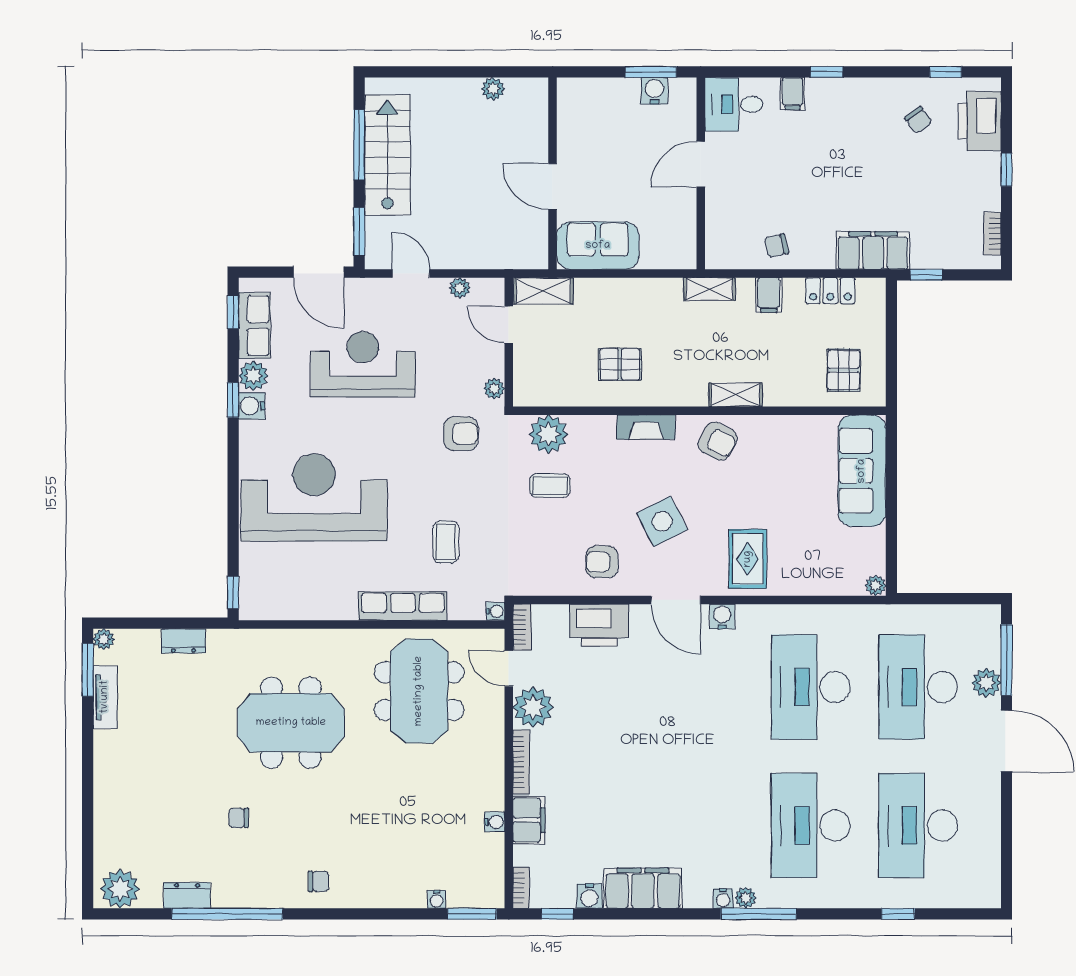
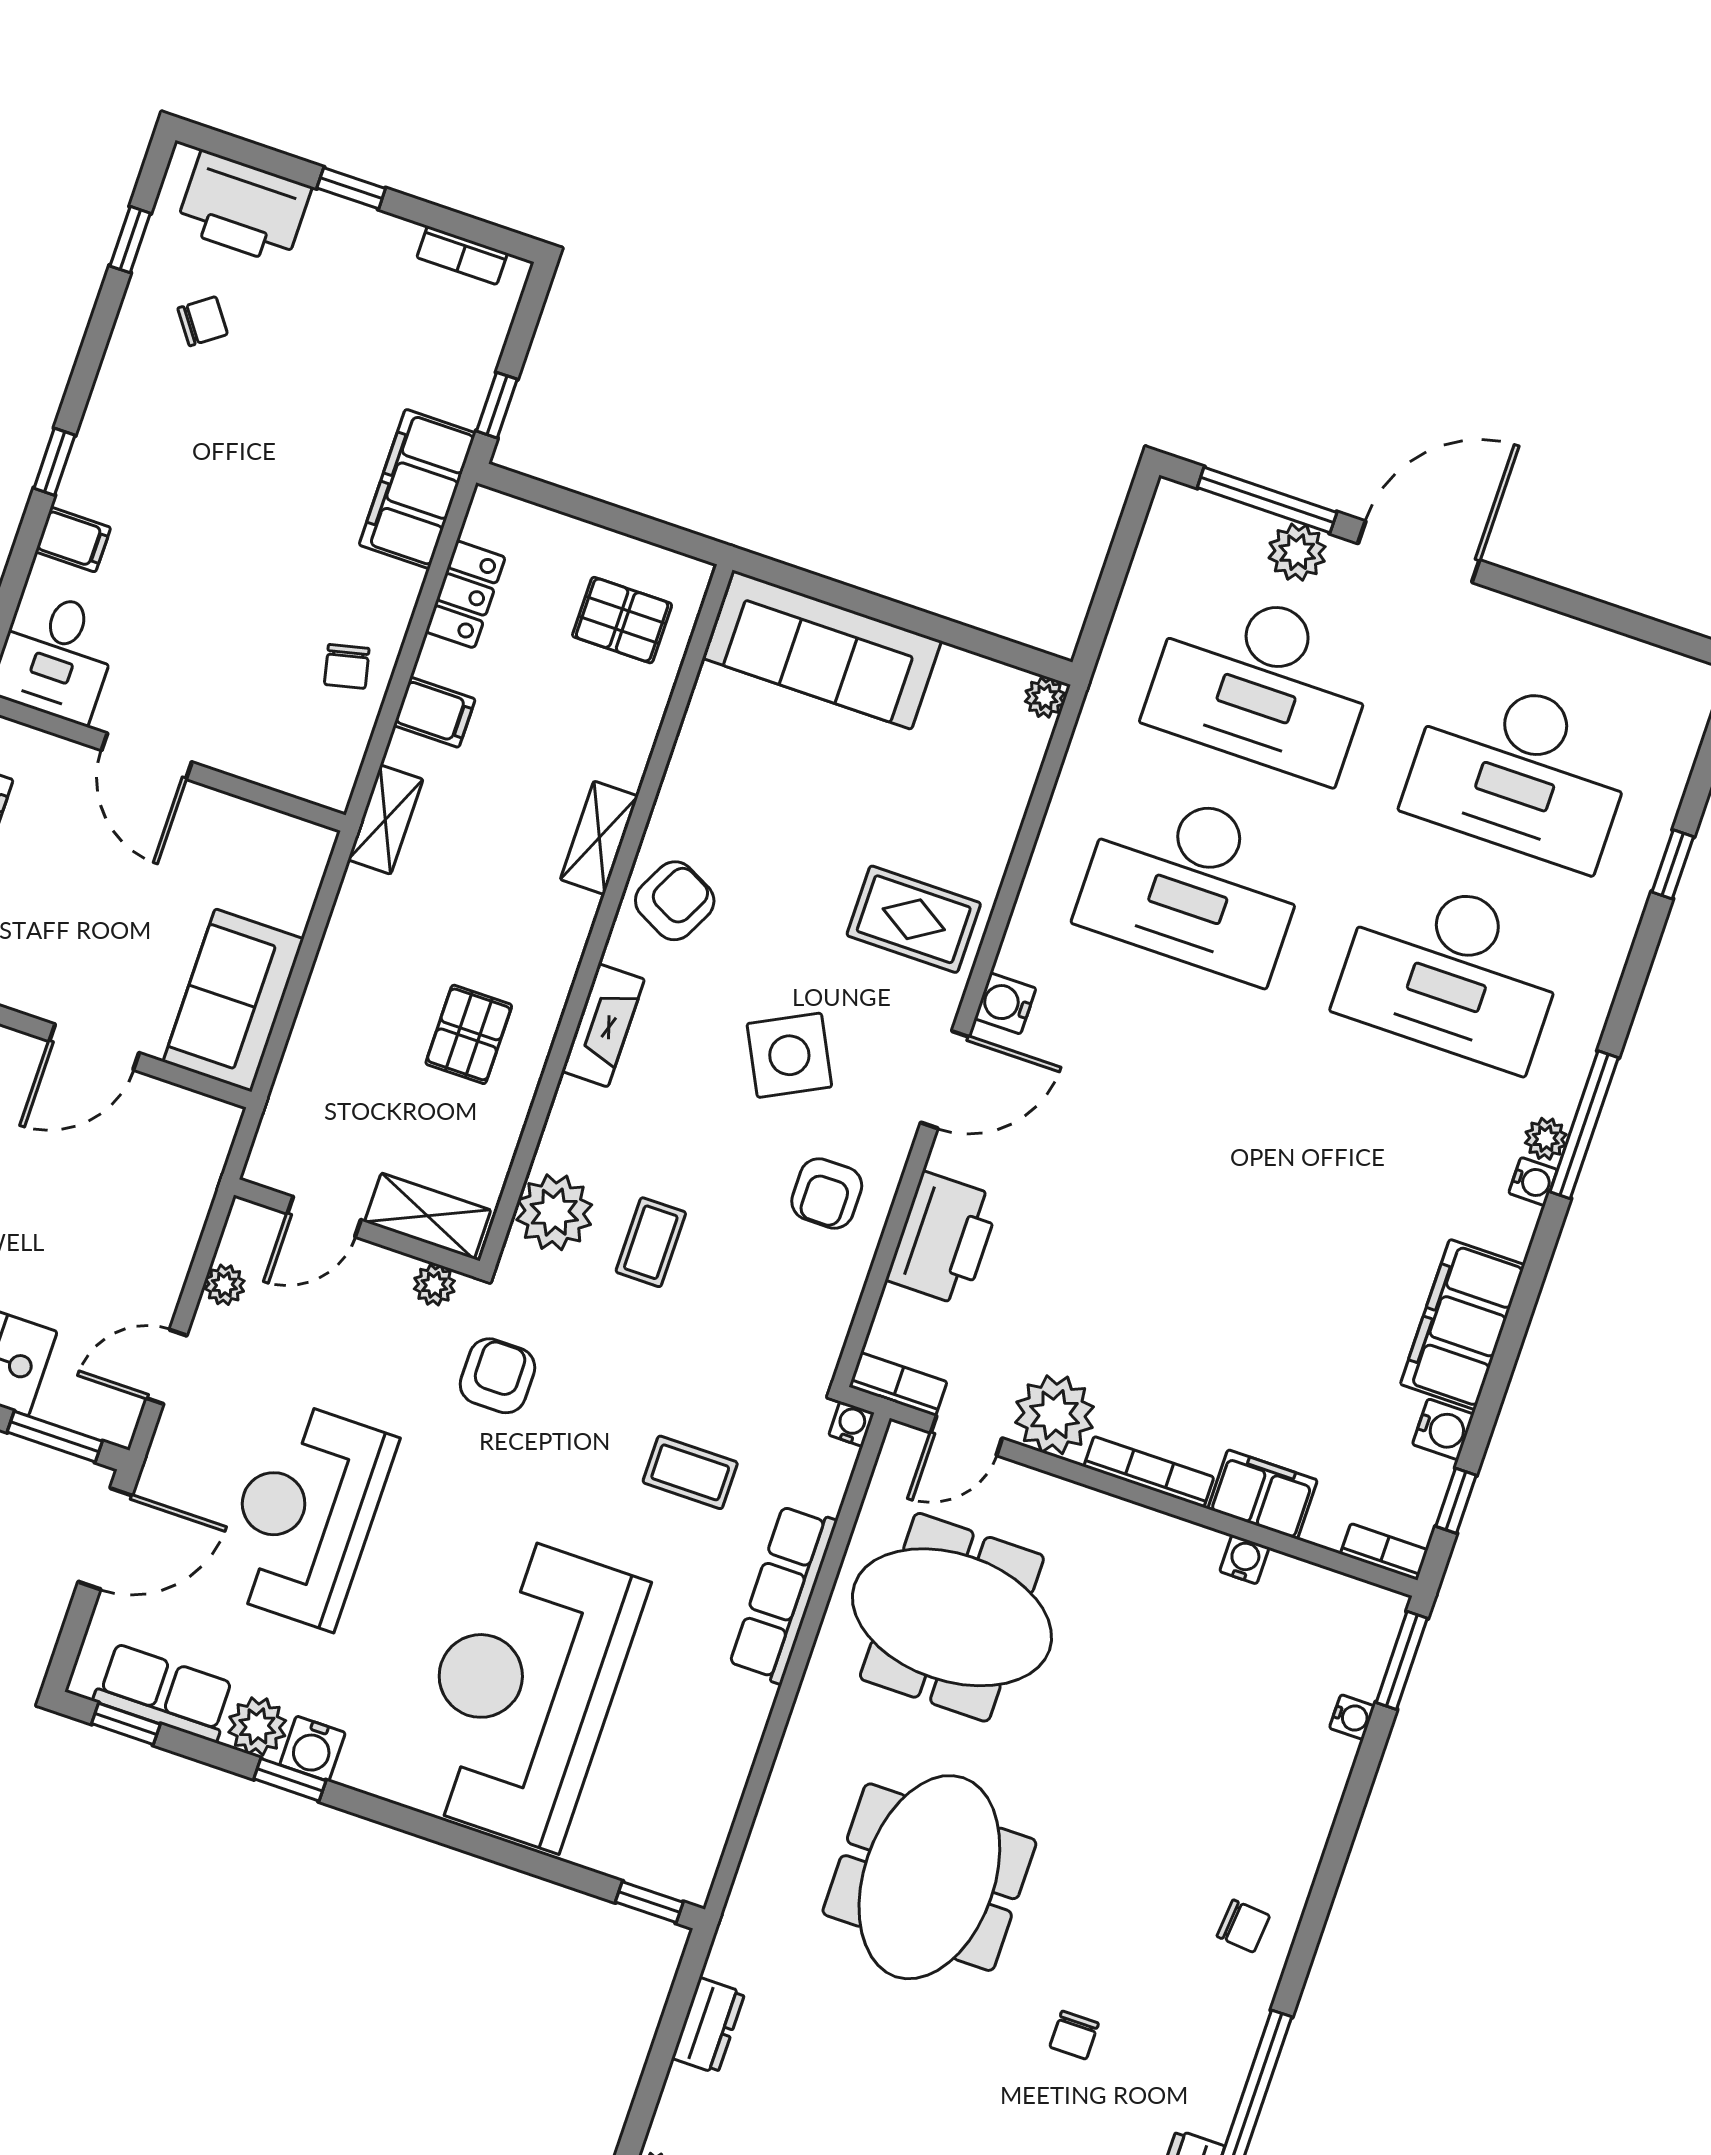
shelving: (543, 291) -> (428, 1216), moved, turned 90
chair: (319, 881) -> (1243, 1926), turned 95

